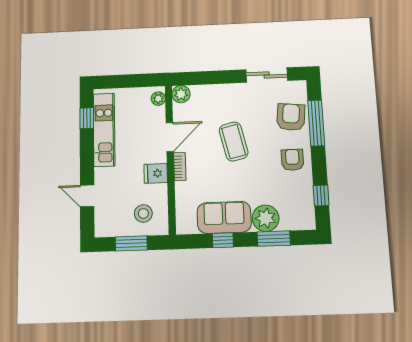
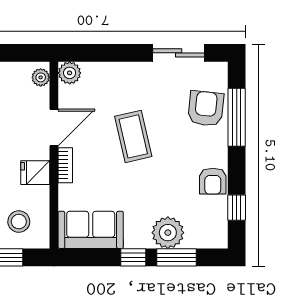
armchair: (292, 160) -> (213, 181), moved, turned 180
sofa: (224, 217) -> (91, 230), moved
window: (223, 240) -> (133, 257), moved

